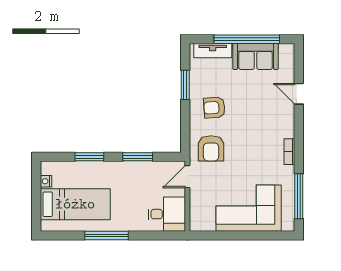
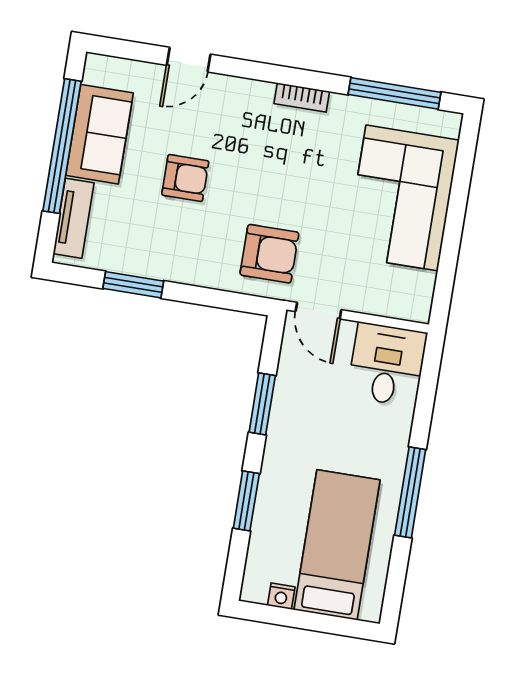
armchair: (214, 108) -> (185, 178), moved, turned -86

